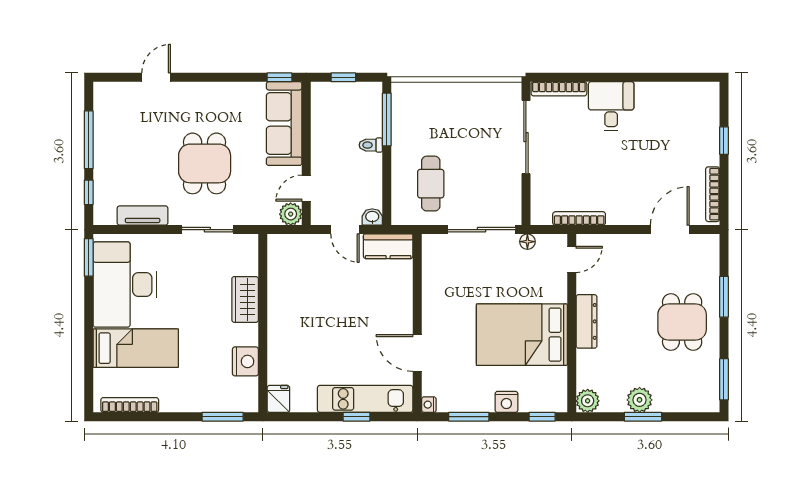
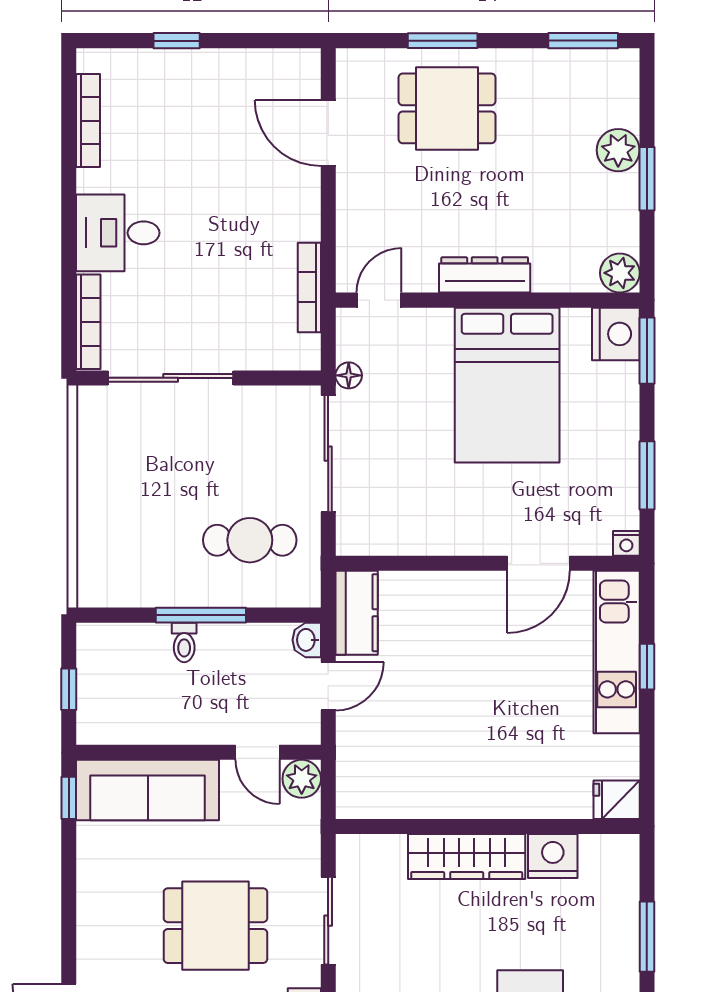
window: (387, 119) -> (201, 615), moved
bookcase: (713, 194) -> (88, 121), moved, turned -90
door: (572, 259) -> (379, 300), hinge flipped
wardrobe: (245, 299) -> (467, 856), width x1.50
dining table: (682, 322) -> (447, 108), moved
plant: (640, 400) -> (618, 150), moved
nightstand: (506, 402) -> (616, 334), moved, width x1.36, depth x1.33
window: (223, 417) -> (647, 937), moved
window: (542, 417) -> (647, 351), width x1.50

